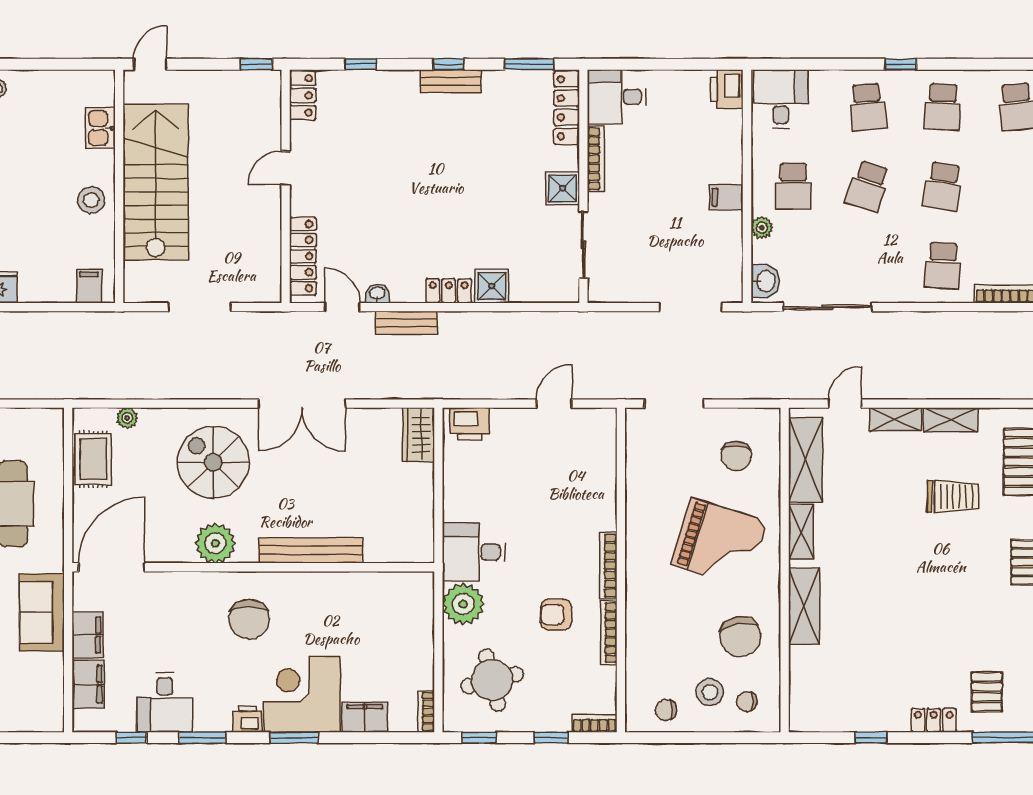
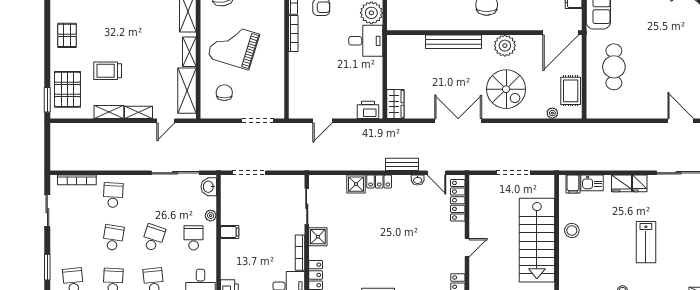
kitchen sink: (100, 128) -> (592, 183), moved, turned 90

